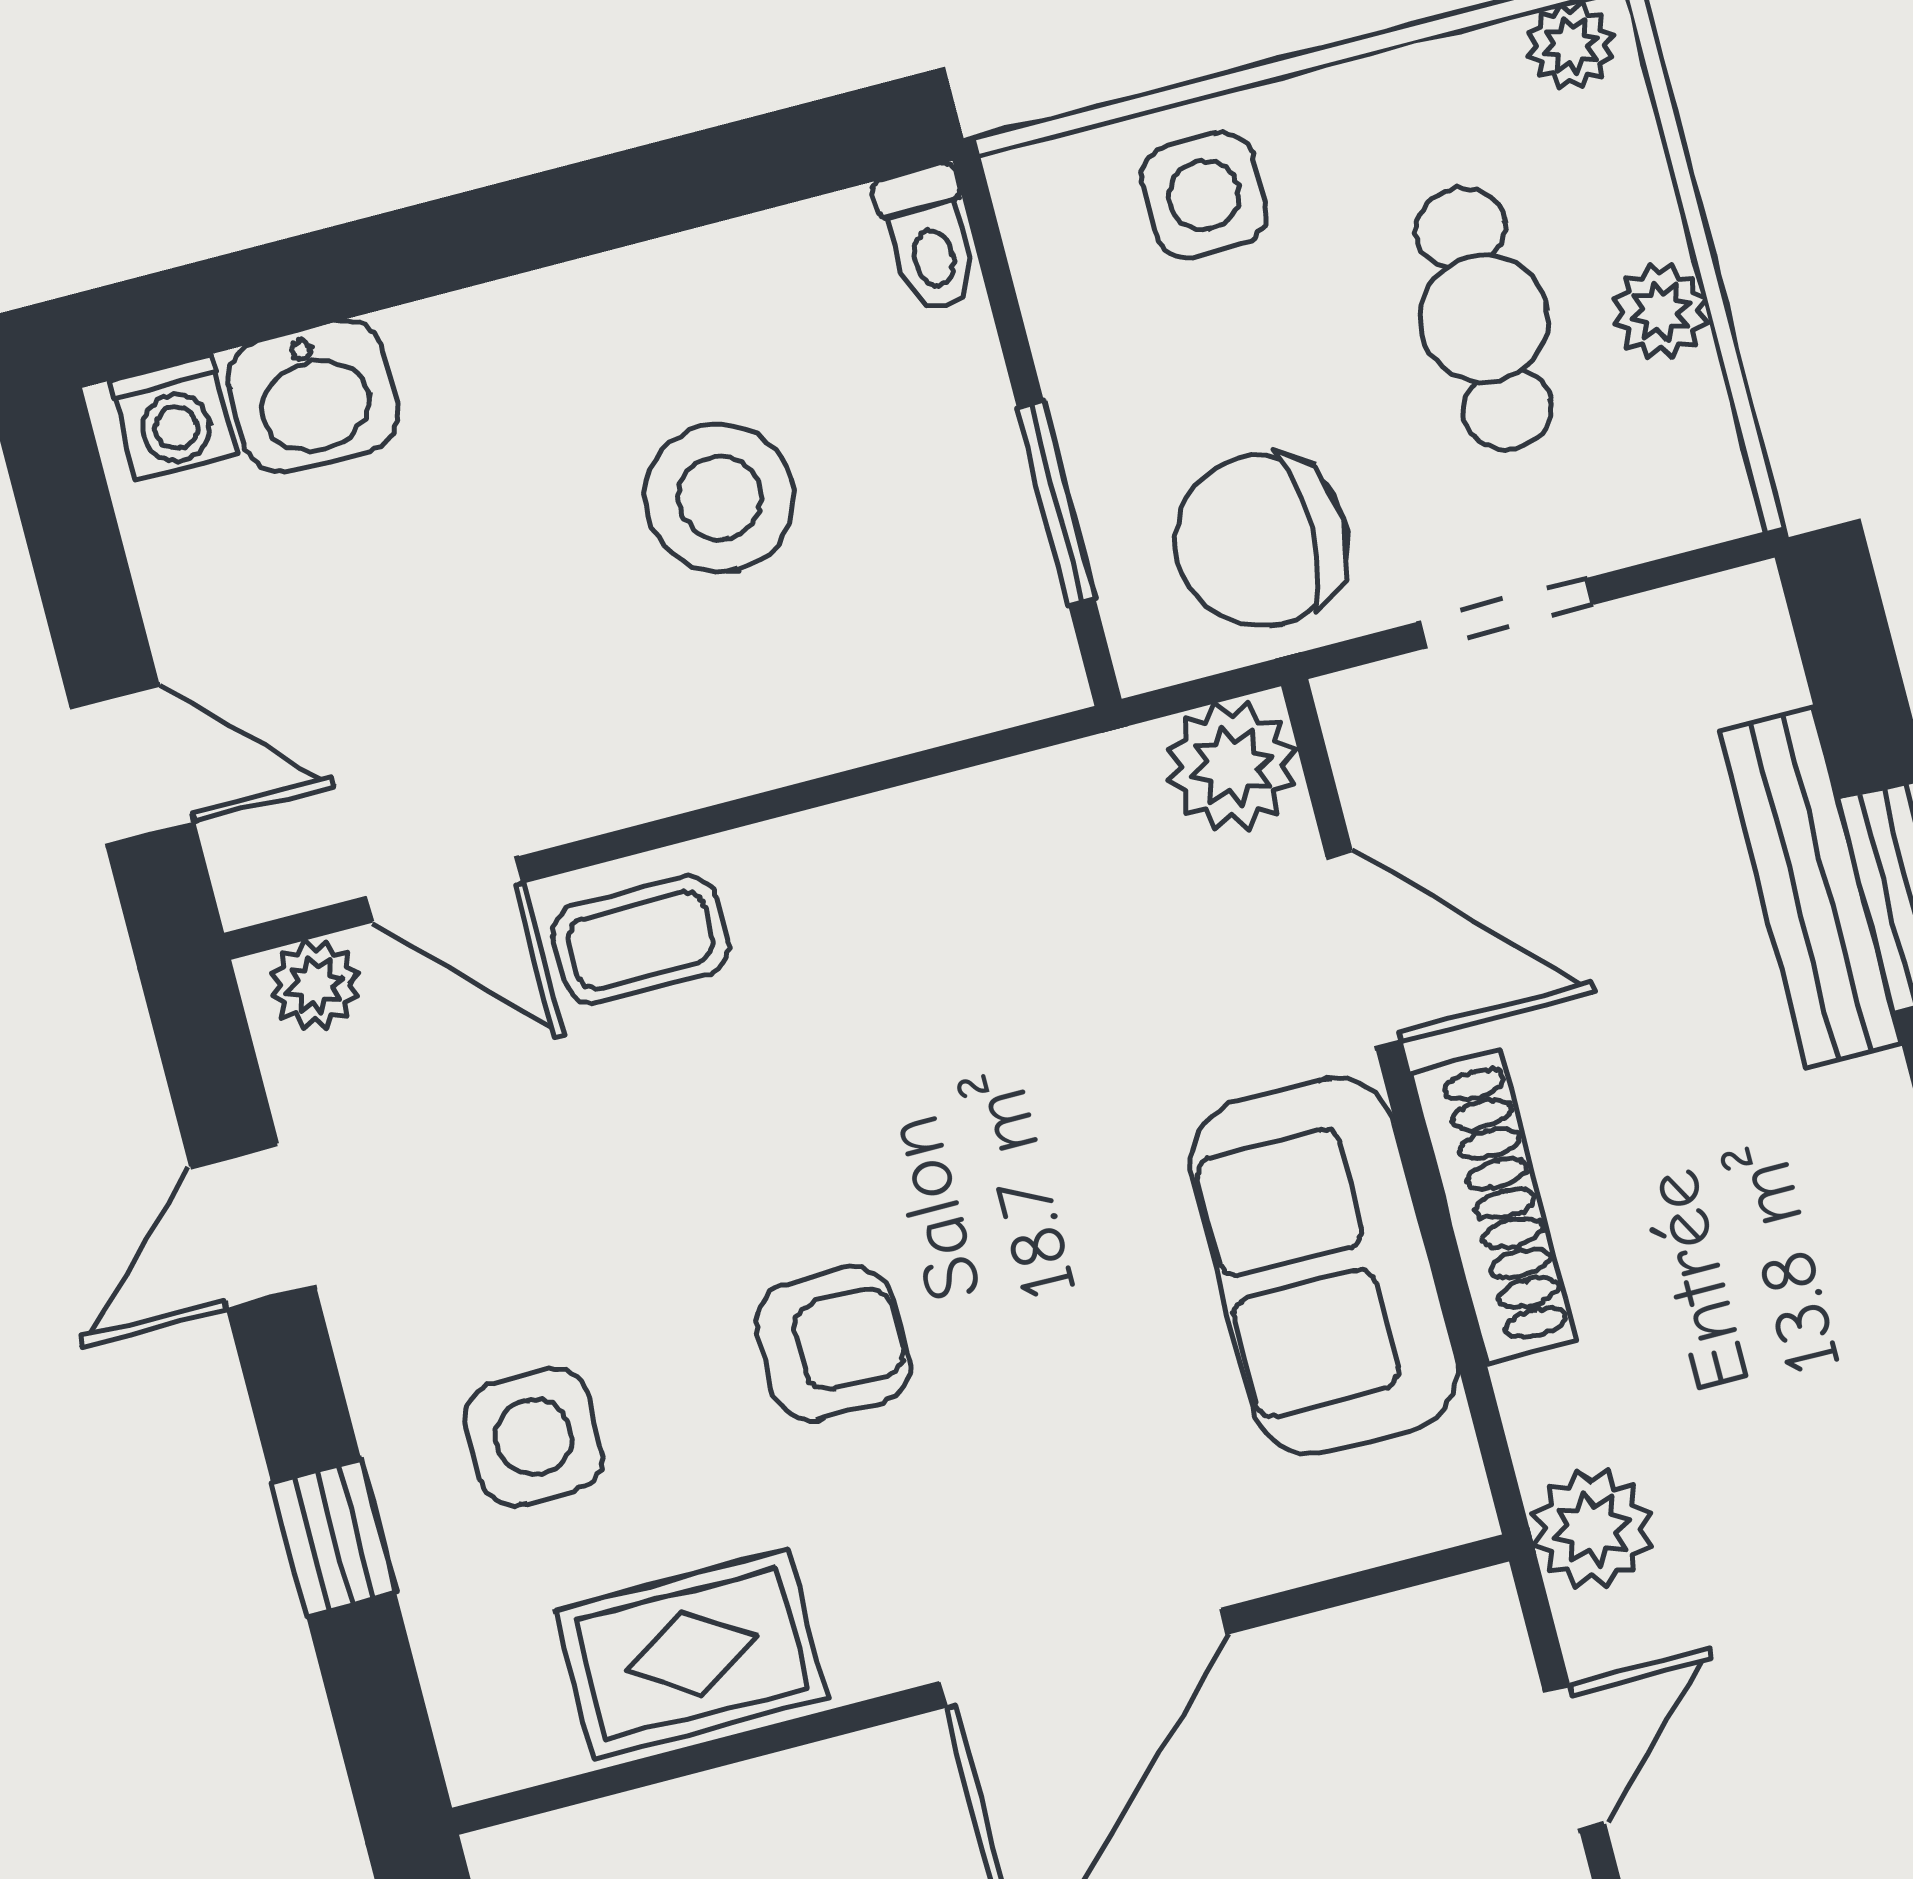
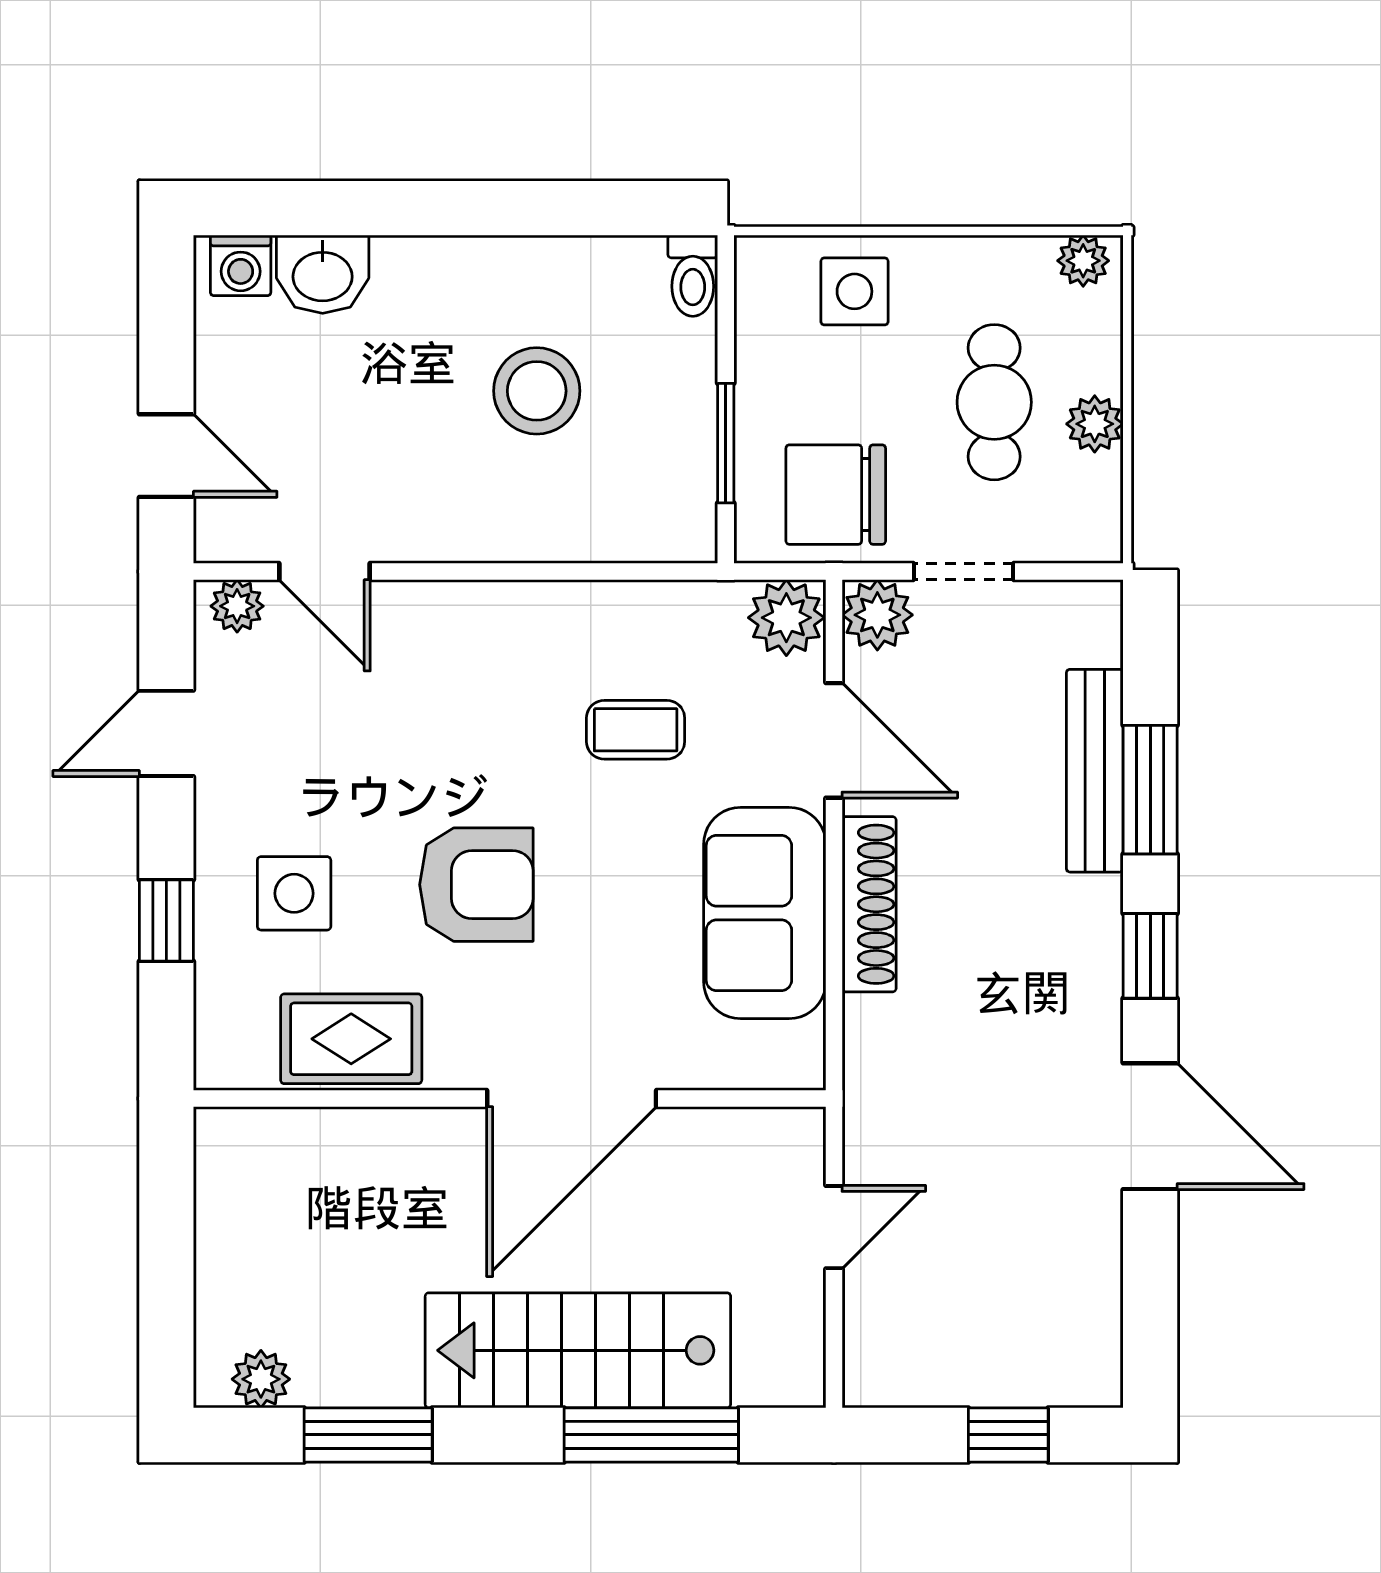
coffee table: (640, 940) -> (636, 730), moved
armchair: (833, 1344) -> (476, 885), width x1.38, depth x1.38
plant: (1592, 1529) -> (877, 615), moved

